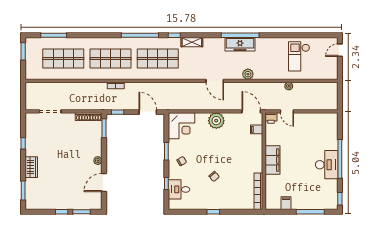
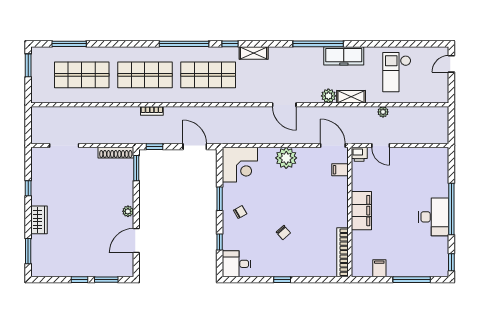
freezer: (240, 44) -> (344, 56), moved
shelving: (265, 75) -> (351, 97), added
desk: (179, 189) -> (236, 264), moved

